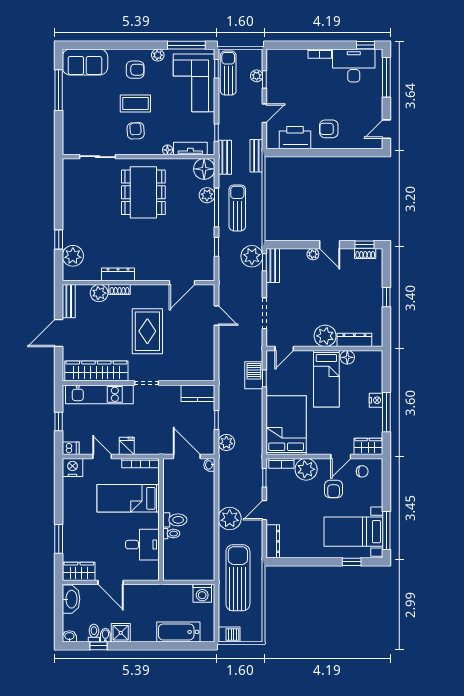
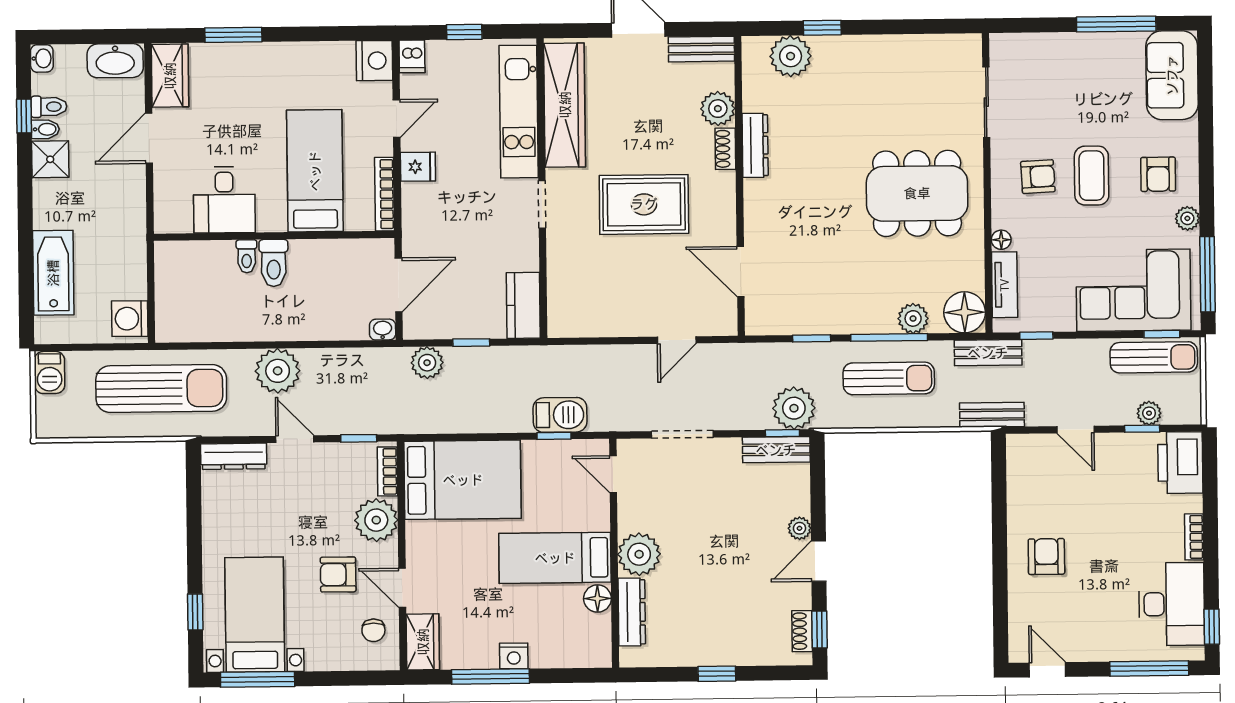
printer: (295, 138) -> (1180, 463), moved, turned 180

